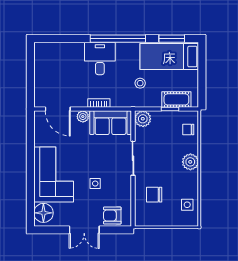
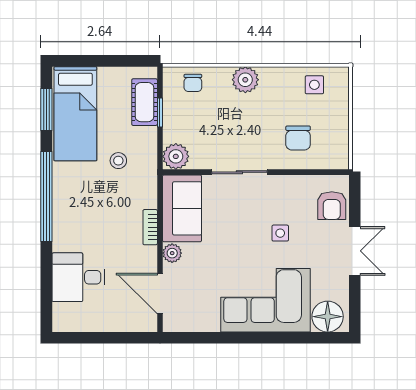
desk: (100, 58) -> (78, 277), moved
door: (58, 109) -> (160, 294), swing flipped

